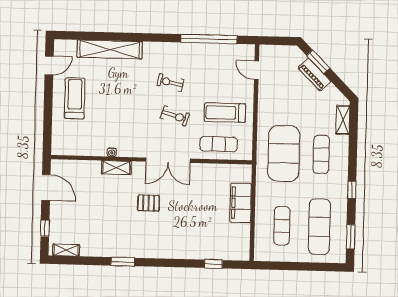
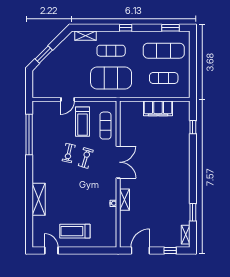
shelving: (110, 49) -> (39, 199), width x0.68
door: (256, 70) -> (68, 99), moved
piano: (314, 75) -> (53, 57), removed
exercise bike: (171, 83) -> (69, 153), moved
window: (352, 190) -> (126, 28), moved
pallet: (149, 203) -> (150, 175), removed
filing cabinet: (241, 203) -> (158, 108), moved
window: (123, 262) -> (193, 212), moved

